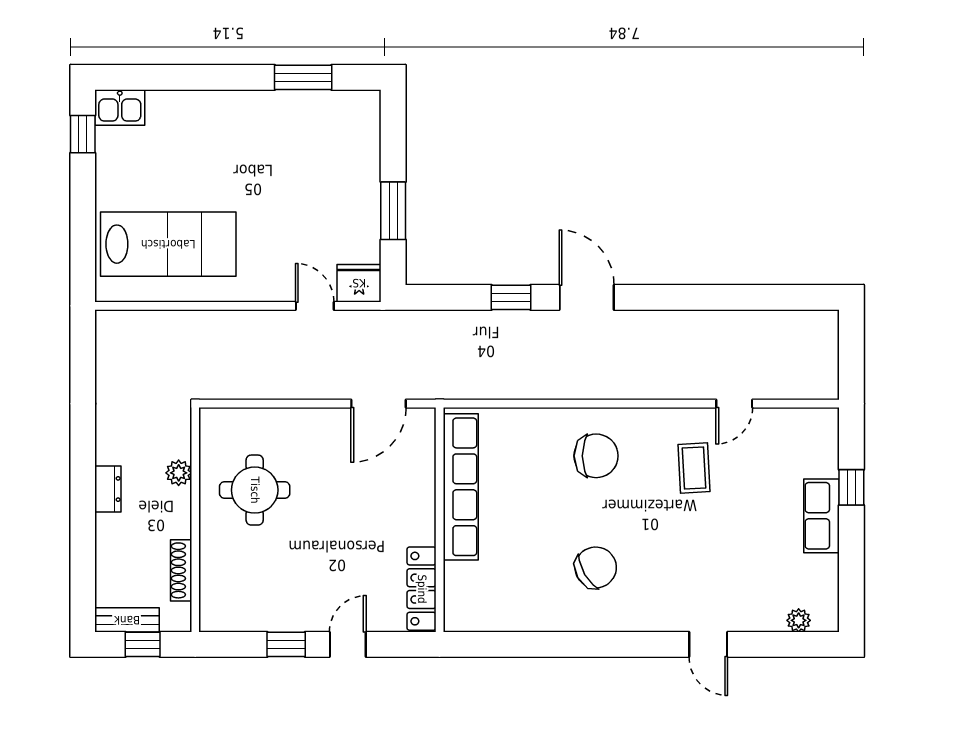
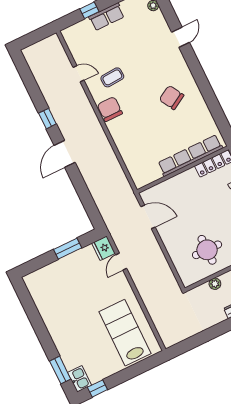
window: (303, 77) -> (60, 370), moved
window: (511, 297) -> (47, 119), moved
chair: (596, 456) -> (110, 109), moved
row of seats: (461, 487) -> (190, 156), moved

